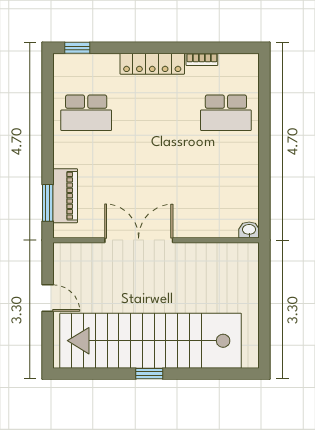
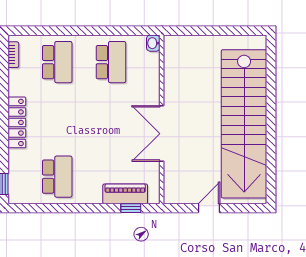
bookcase: (202, 59) -> (13, 55), moved
school desk: (226, 178) -> (111, 62), added
window: (48, 203) -> (131, 208), width x0.67
window: (149, 374) -> (271, 125), removed

